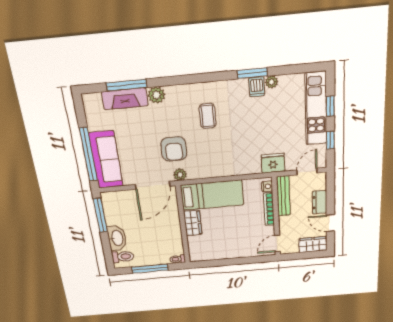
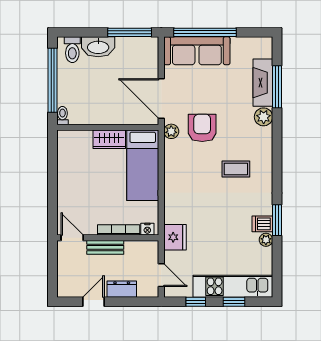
armchair: (174, 149) -> (202, 128), turned 90
bench: (283, 196) -> (105, 247), moved, width x0.73
wardrobe: (313, 245) -> (67, 281), removed
window: (150, 269) -> (53, 80), width x1.46

